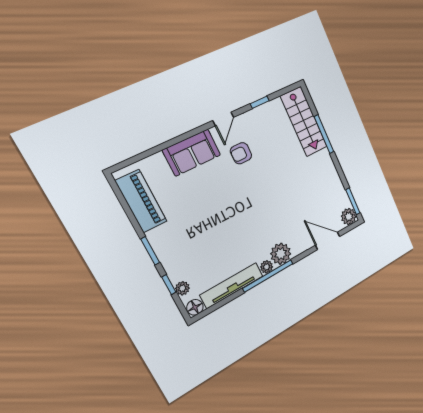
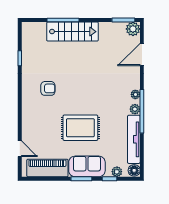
door: (223, 119) -> (20, 149), moved
stairs: (304, 122) -> (72, 32), moved
sofa: (192, 153) -> (87, 166), moved, turned -90
armchair: (241, 153) -> (48, 88), turned -90
rug: (214, 216) -> (80, 128), added
plant: (281, 254) -> (135, 94), width x0.53, depth x0.53

